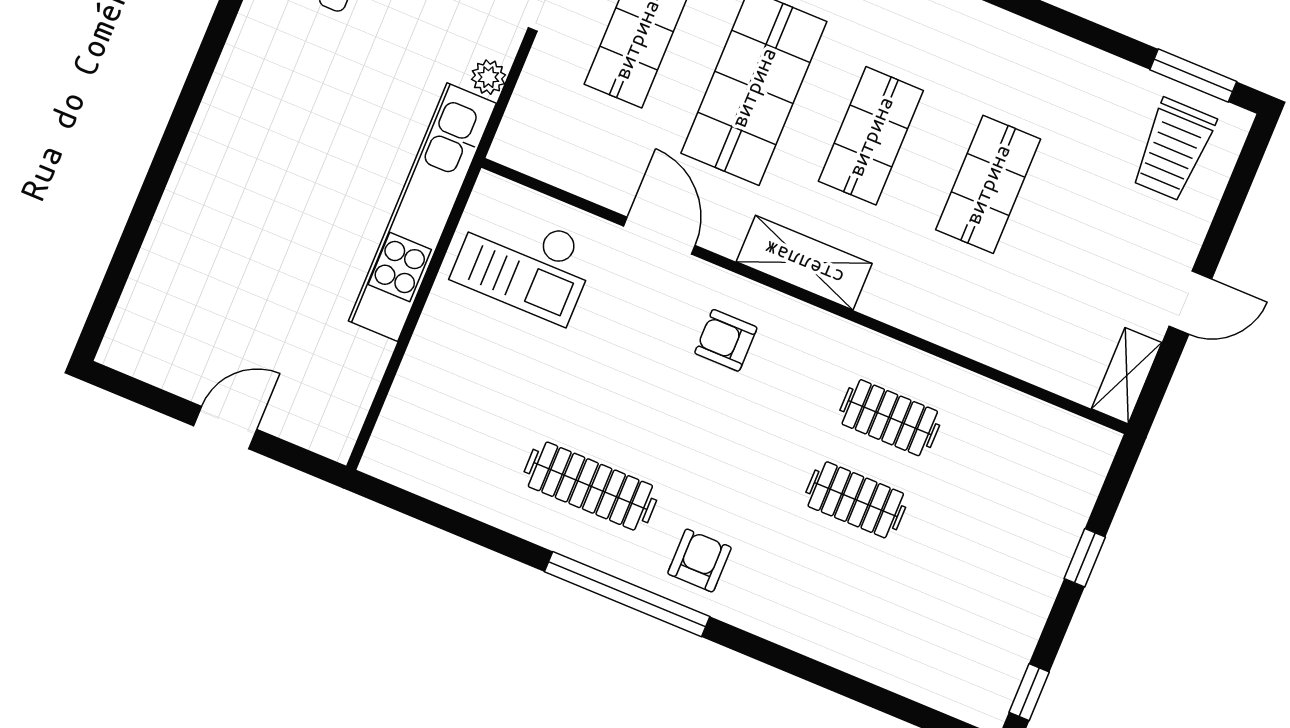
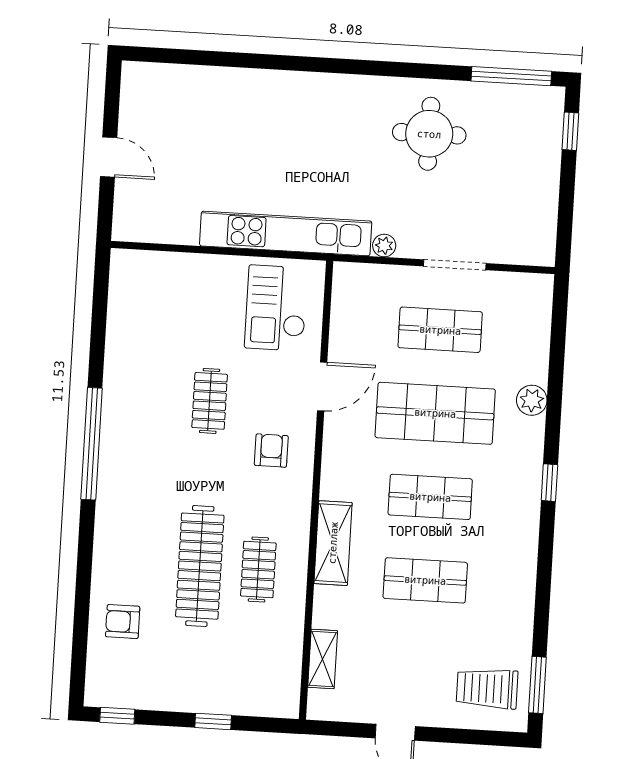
shelving: (804, 263) -> (333, 543), moved
shelving: (1127, 376) -> (323, 659), moved, turned 90
clothes rail: (590, 486) -> (210, 401), moved, width x0.73
clothes rail: (856, 500) -> (200, 566), width x1.86, depth x1.31
armchair: (699, 560) -> (123, 622), moved, turned 180

